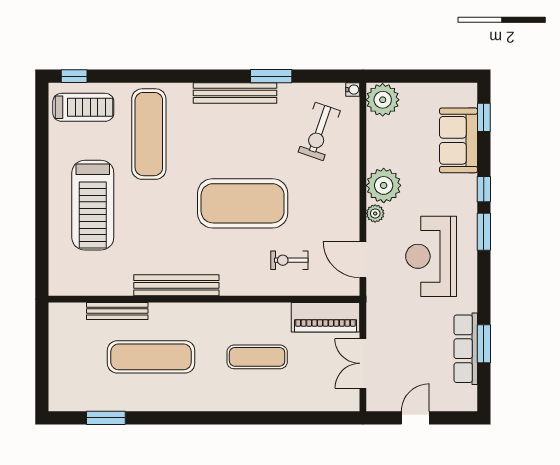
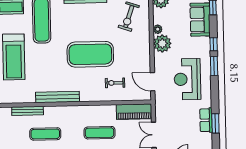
plant: (375, 213) -> (158, 29), moved
row of seats: (466, 349) -> (206, 120), width x0.68
exercise mat: (151, 357) -> (45, 134), width x0.73, depth x0.69

